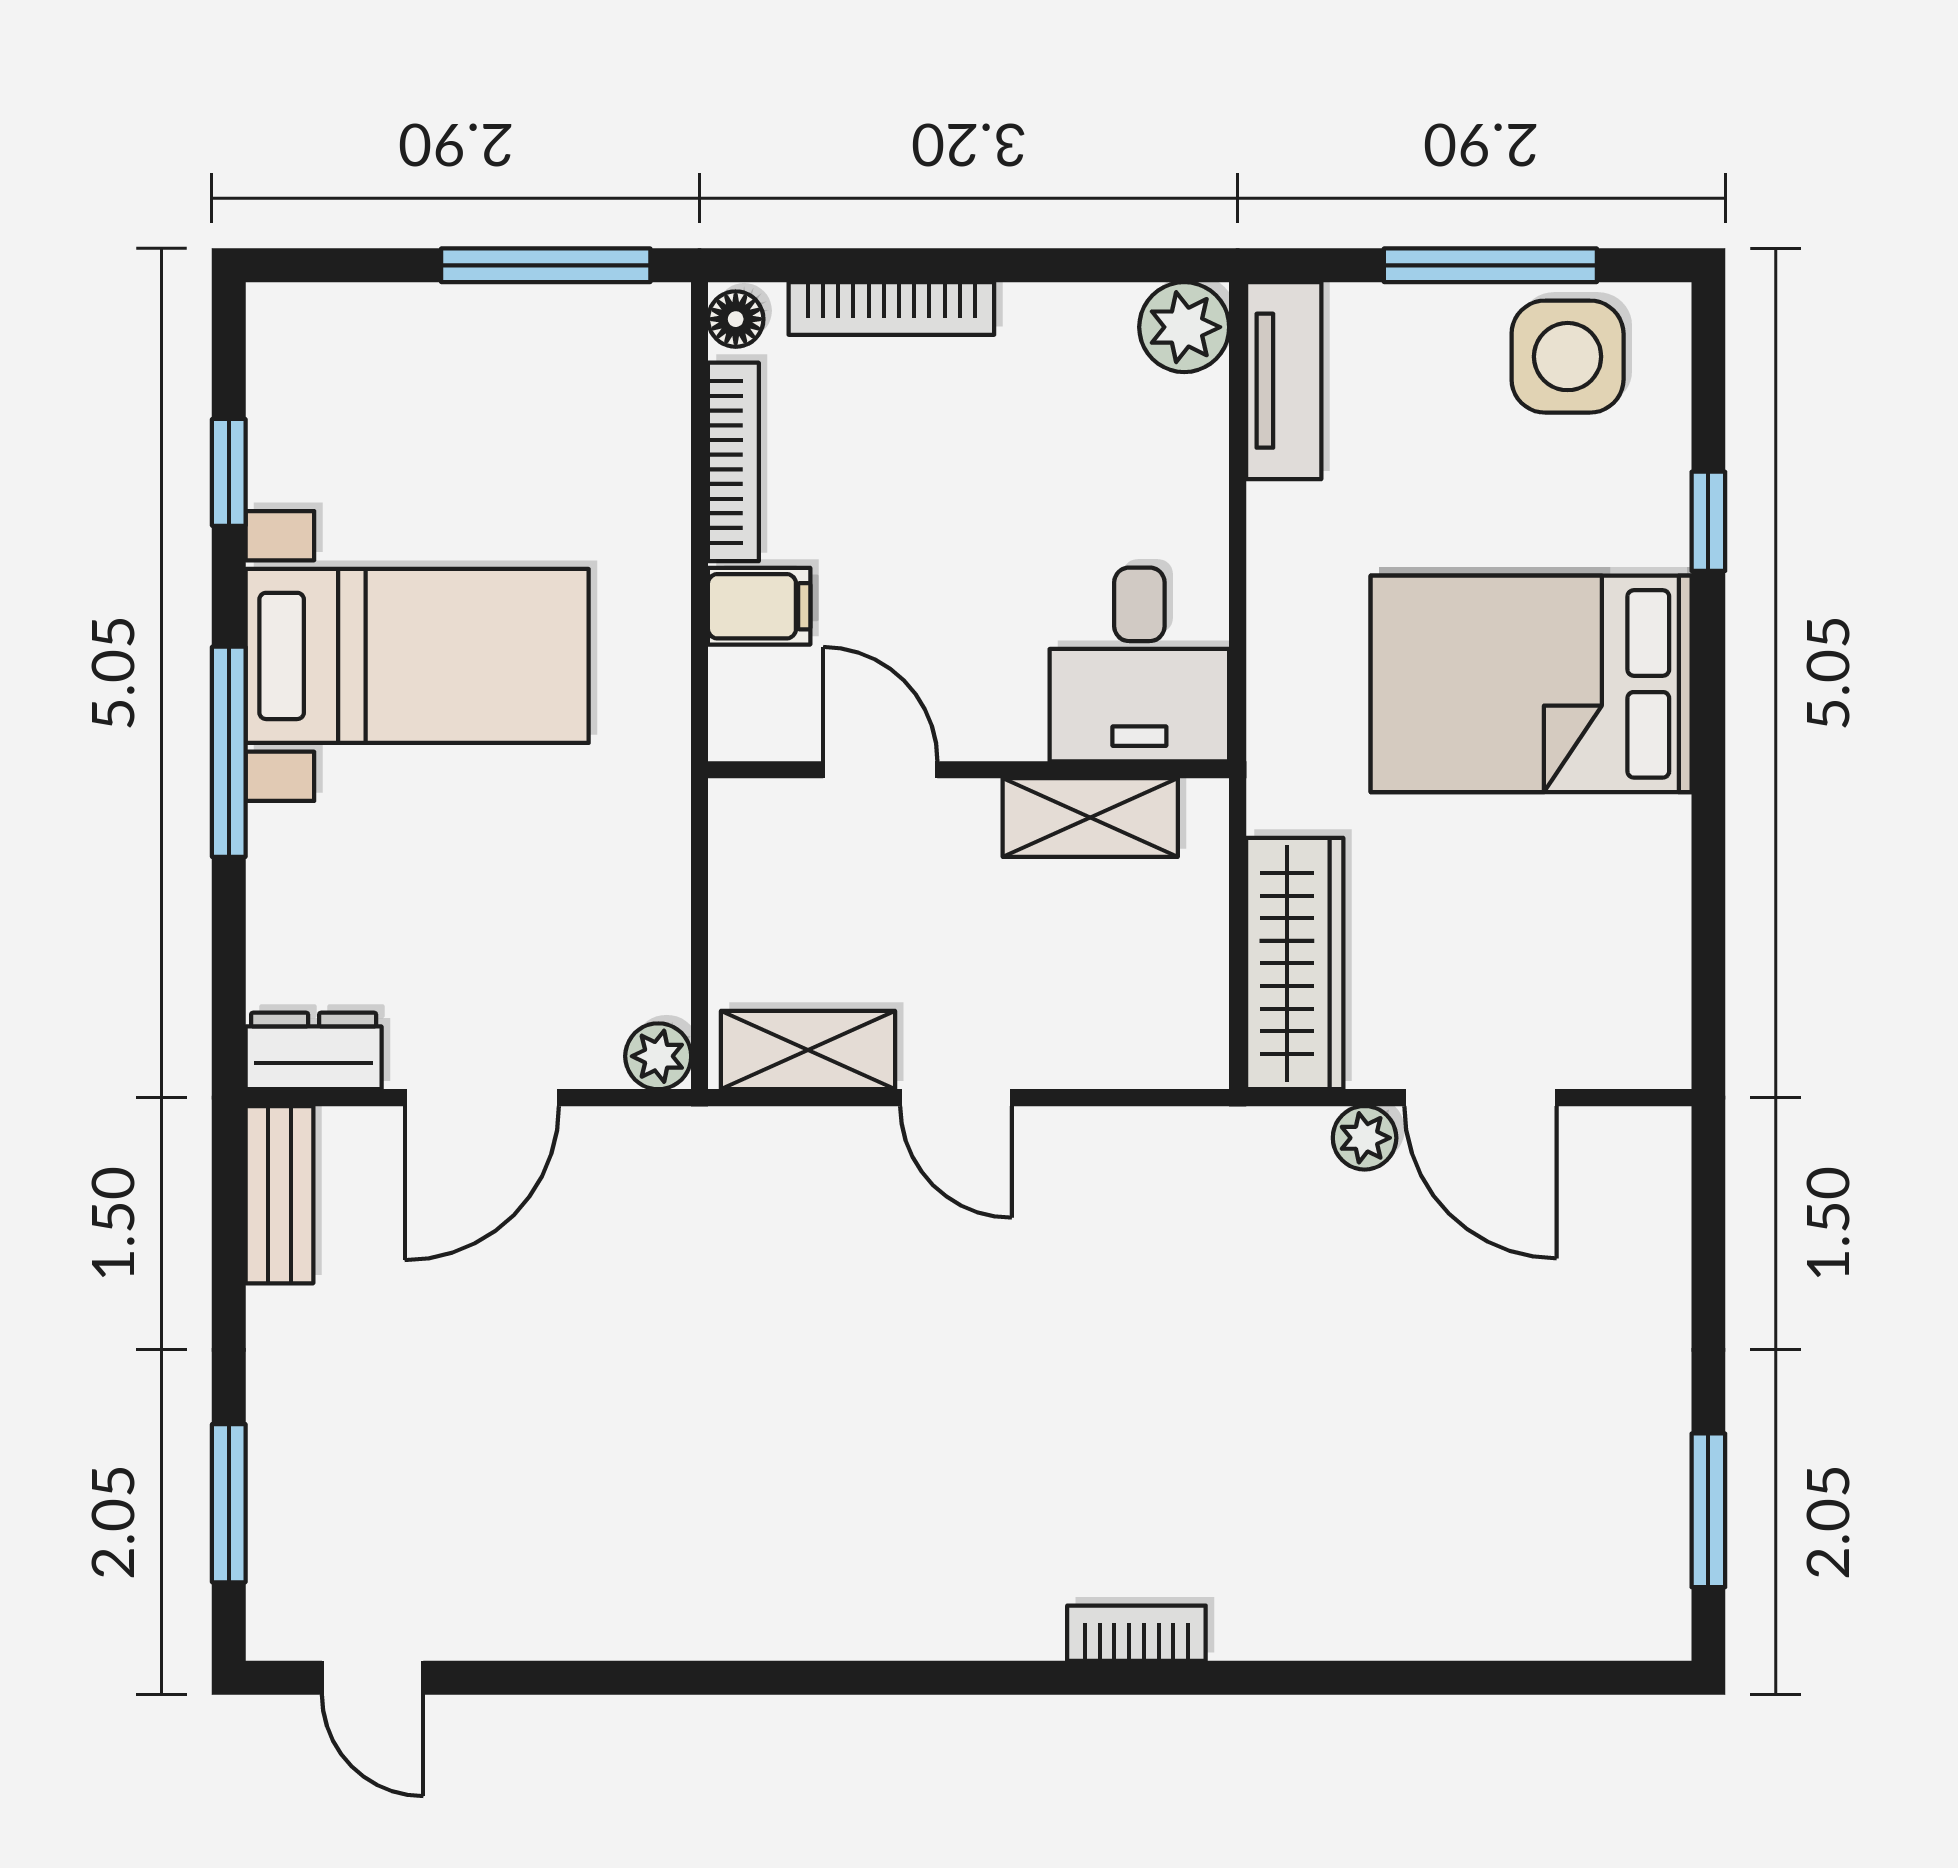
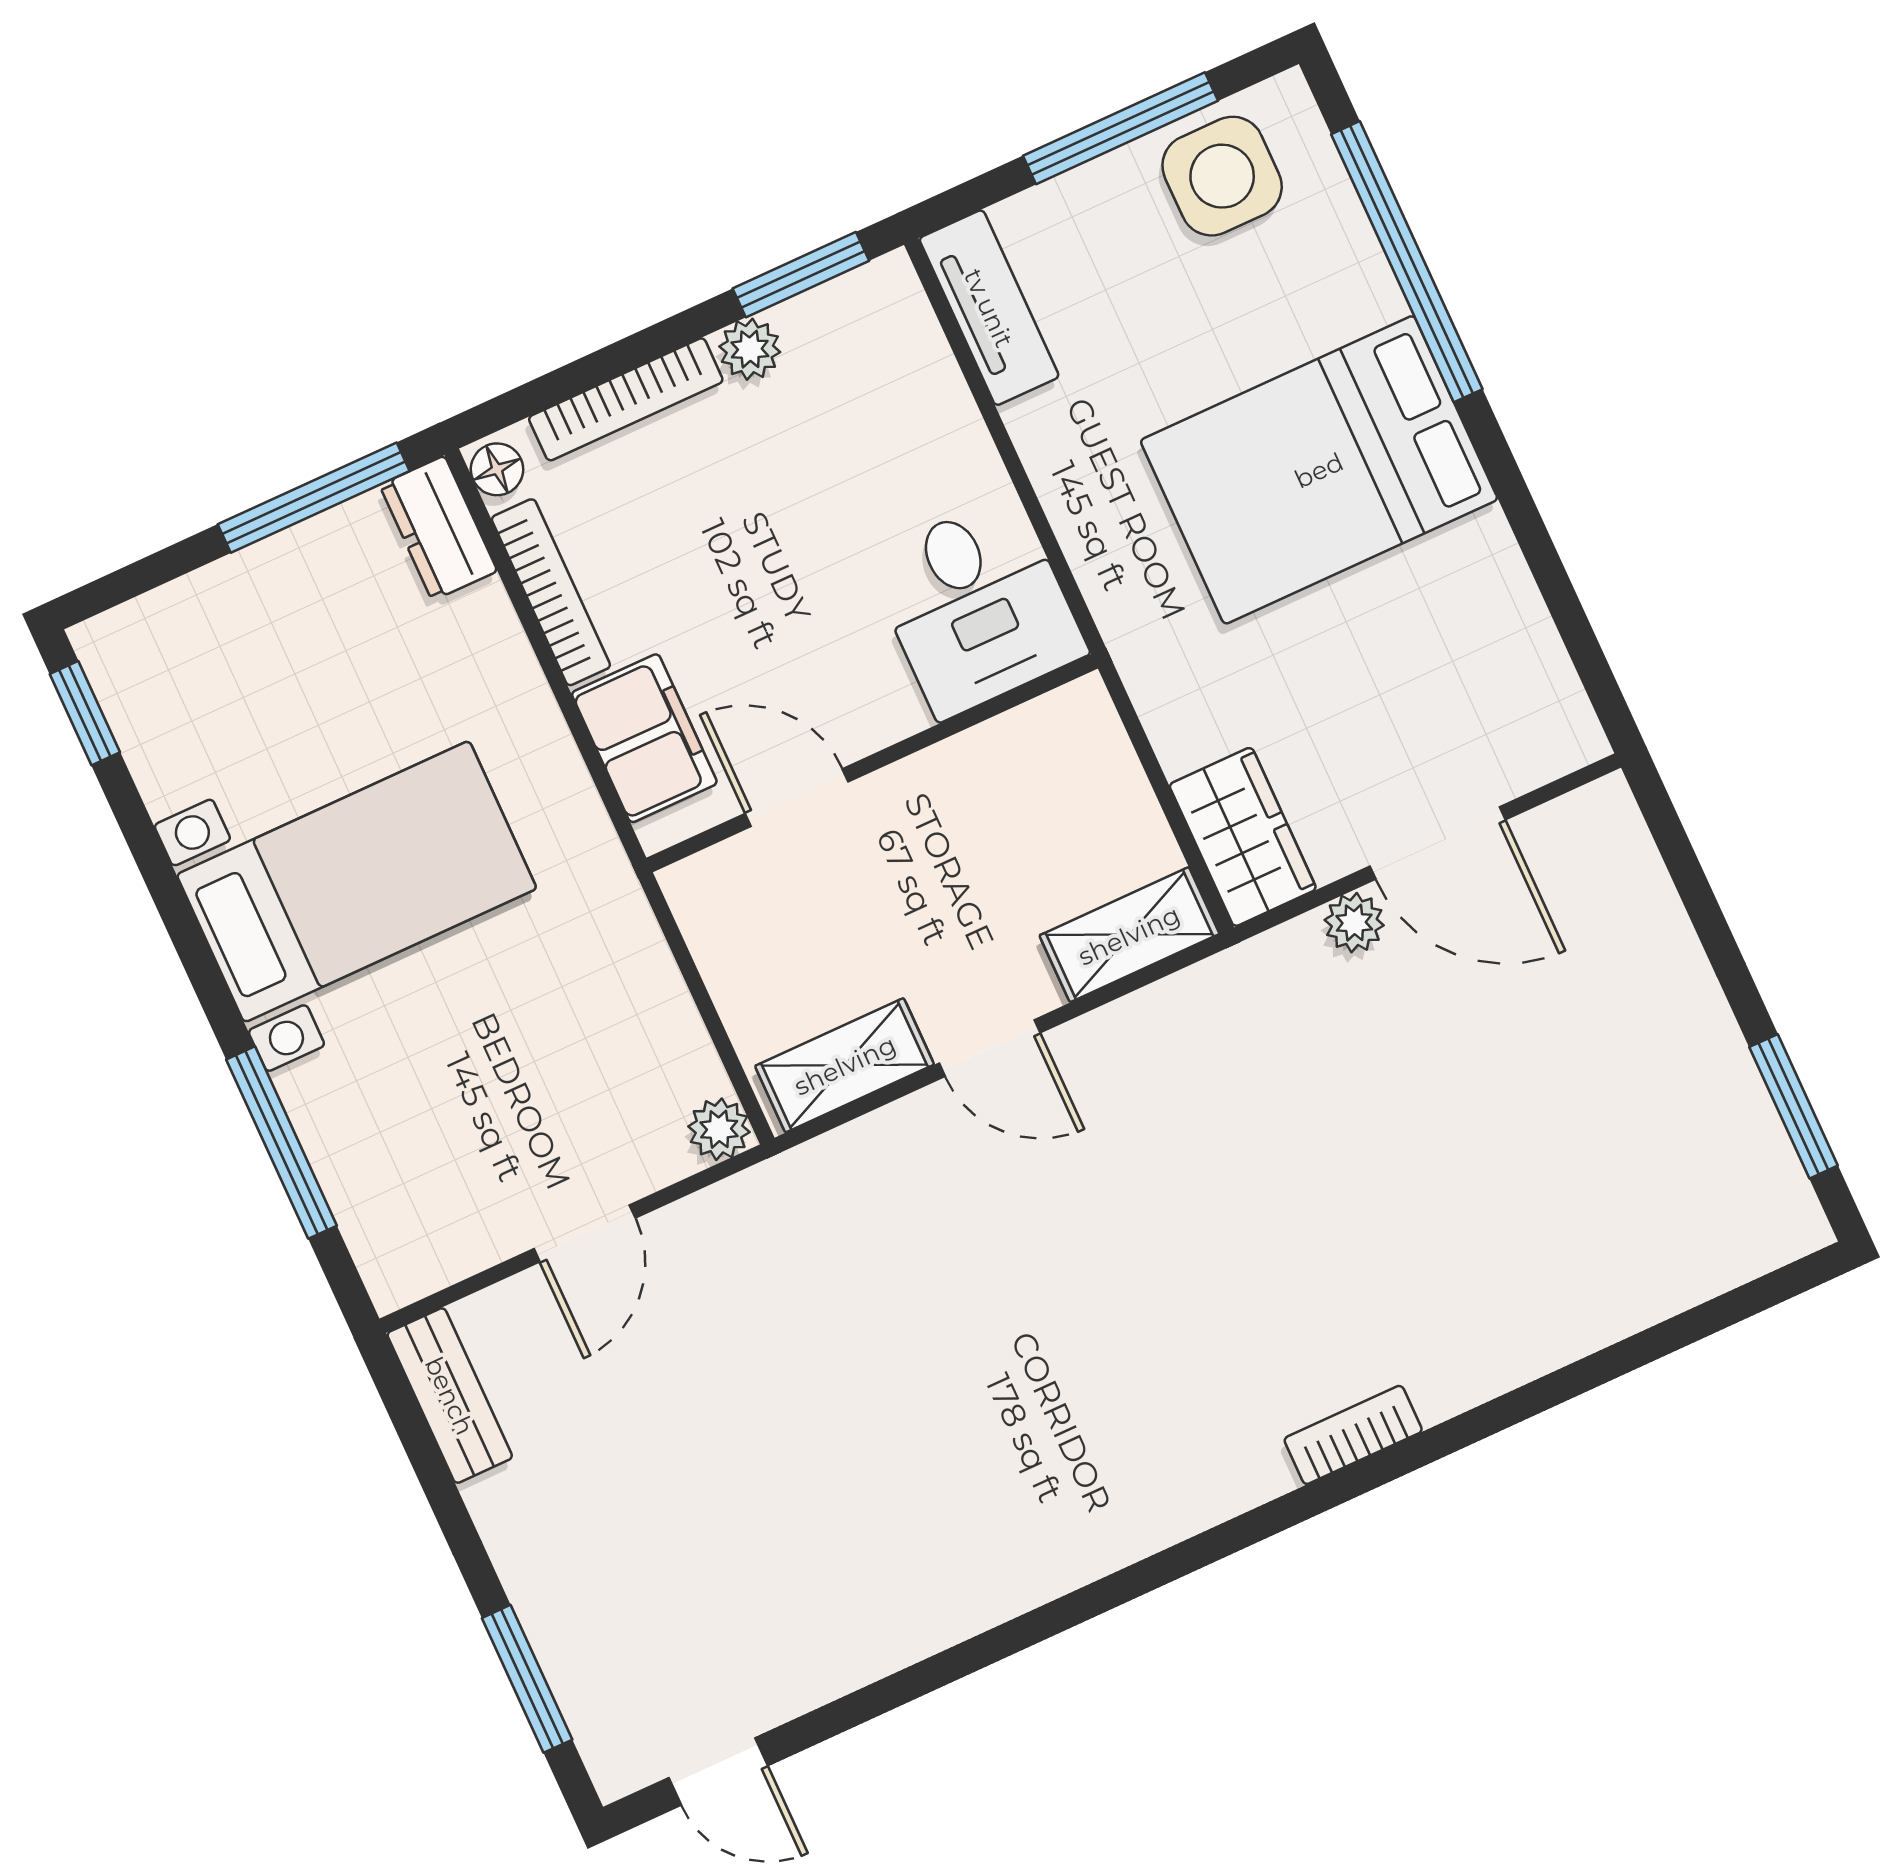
window: (1116, 265) -> (801, 275), added
plant: (1184, 327) -> (750, 349), moved, width x0.73, depth x0.73
window: (229, 472) -> (85, 713), moved
window: (1708, 521) -> (1407, 262), width x3.17
filing cabinet: (759, 606) -> (644, 738), width x2.00
window: (229, 752) -> (282, 1143), moved
shelving: (1090, 818) -> (1129, 935), moved
wardrobe: (1295, 963) -> (1243, 837), width x0.67
dresser: (314, 1051) -> (438, 528), moved, turned -90
door: (482, 1098) -> (585, 1233), width x0.73

